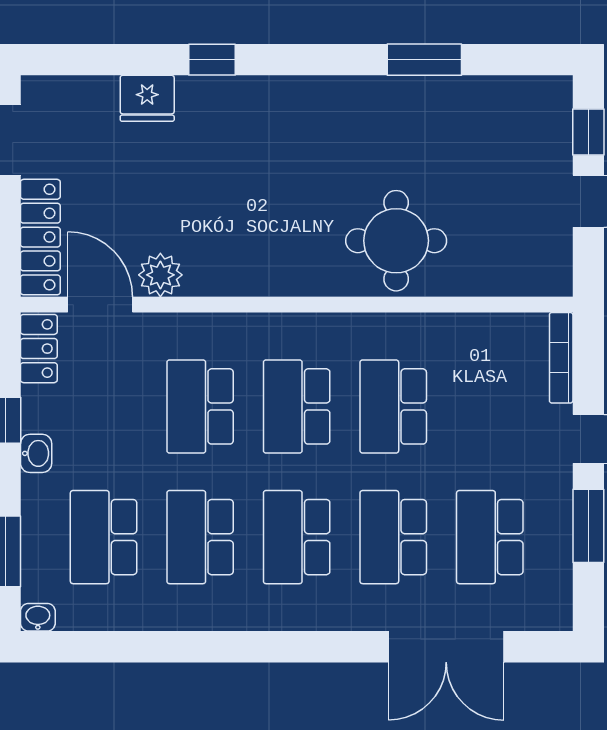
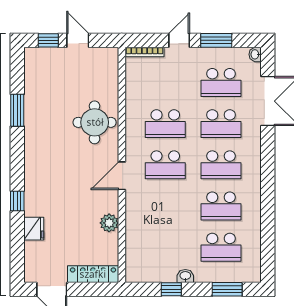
door: (100, 305) -> (122, 176), moved
locker: (39, 349) -> (141, 275), removed
school desk: (200, 406) -> (165, 206), removed
washbasin: (38, 617) -> (255, 54), moved

